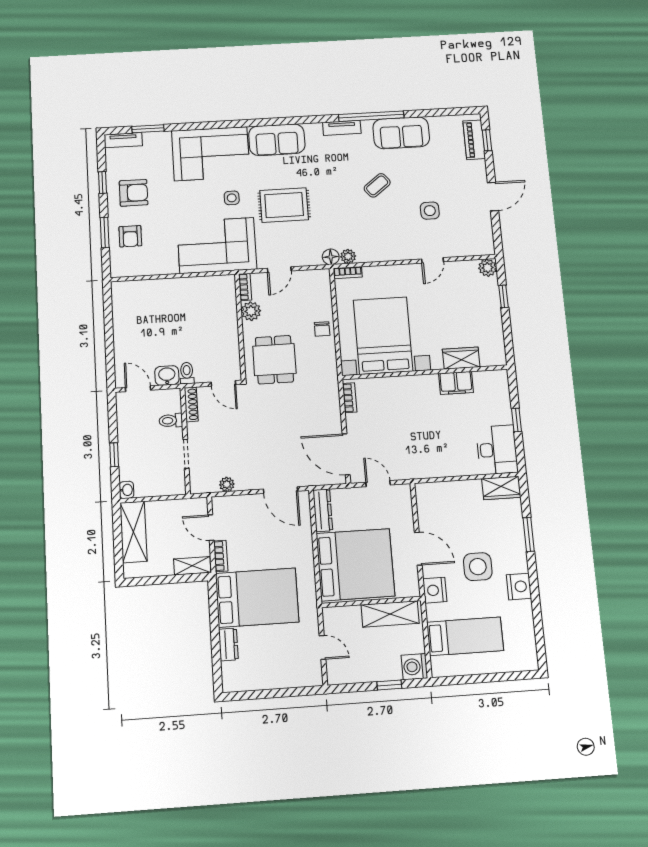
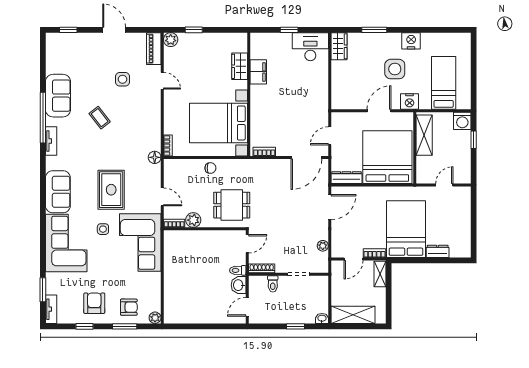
piano: (474, 140) -> (154, 49), moved, turned 90
plant: (348, 256) -> (155, 318), moved

